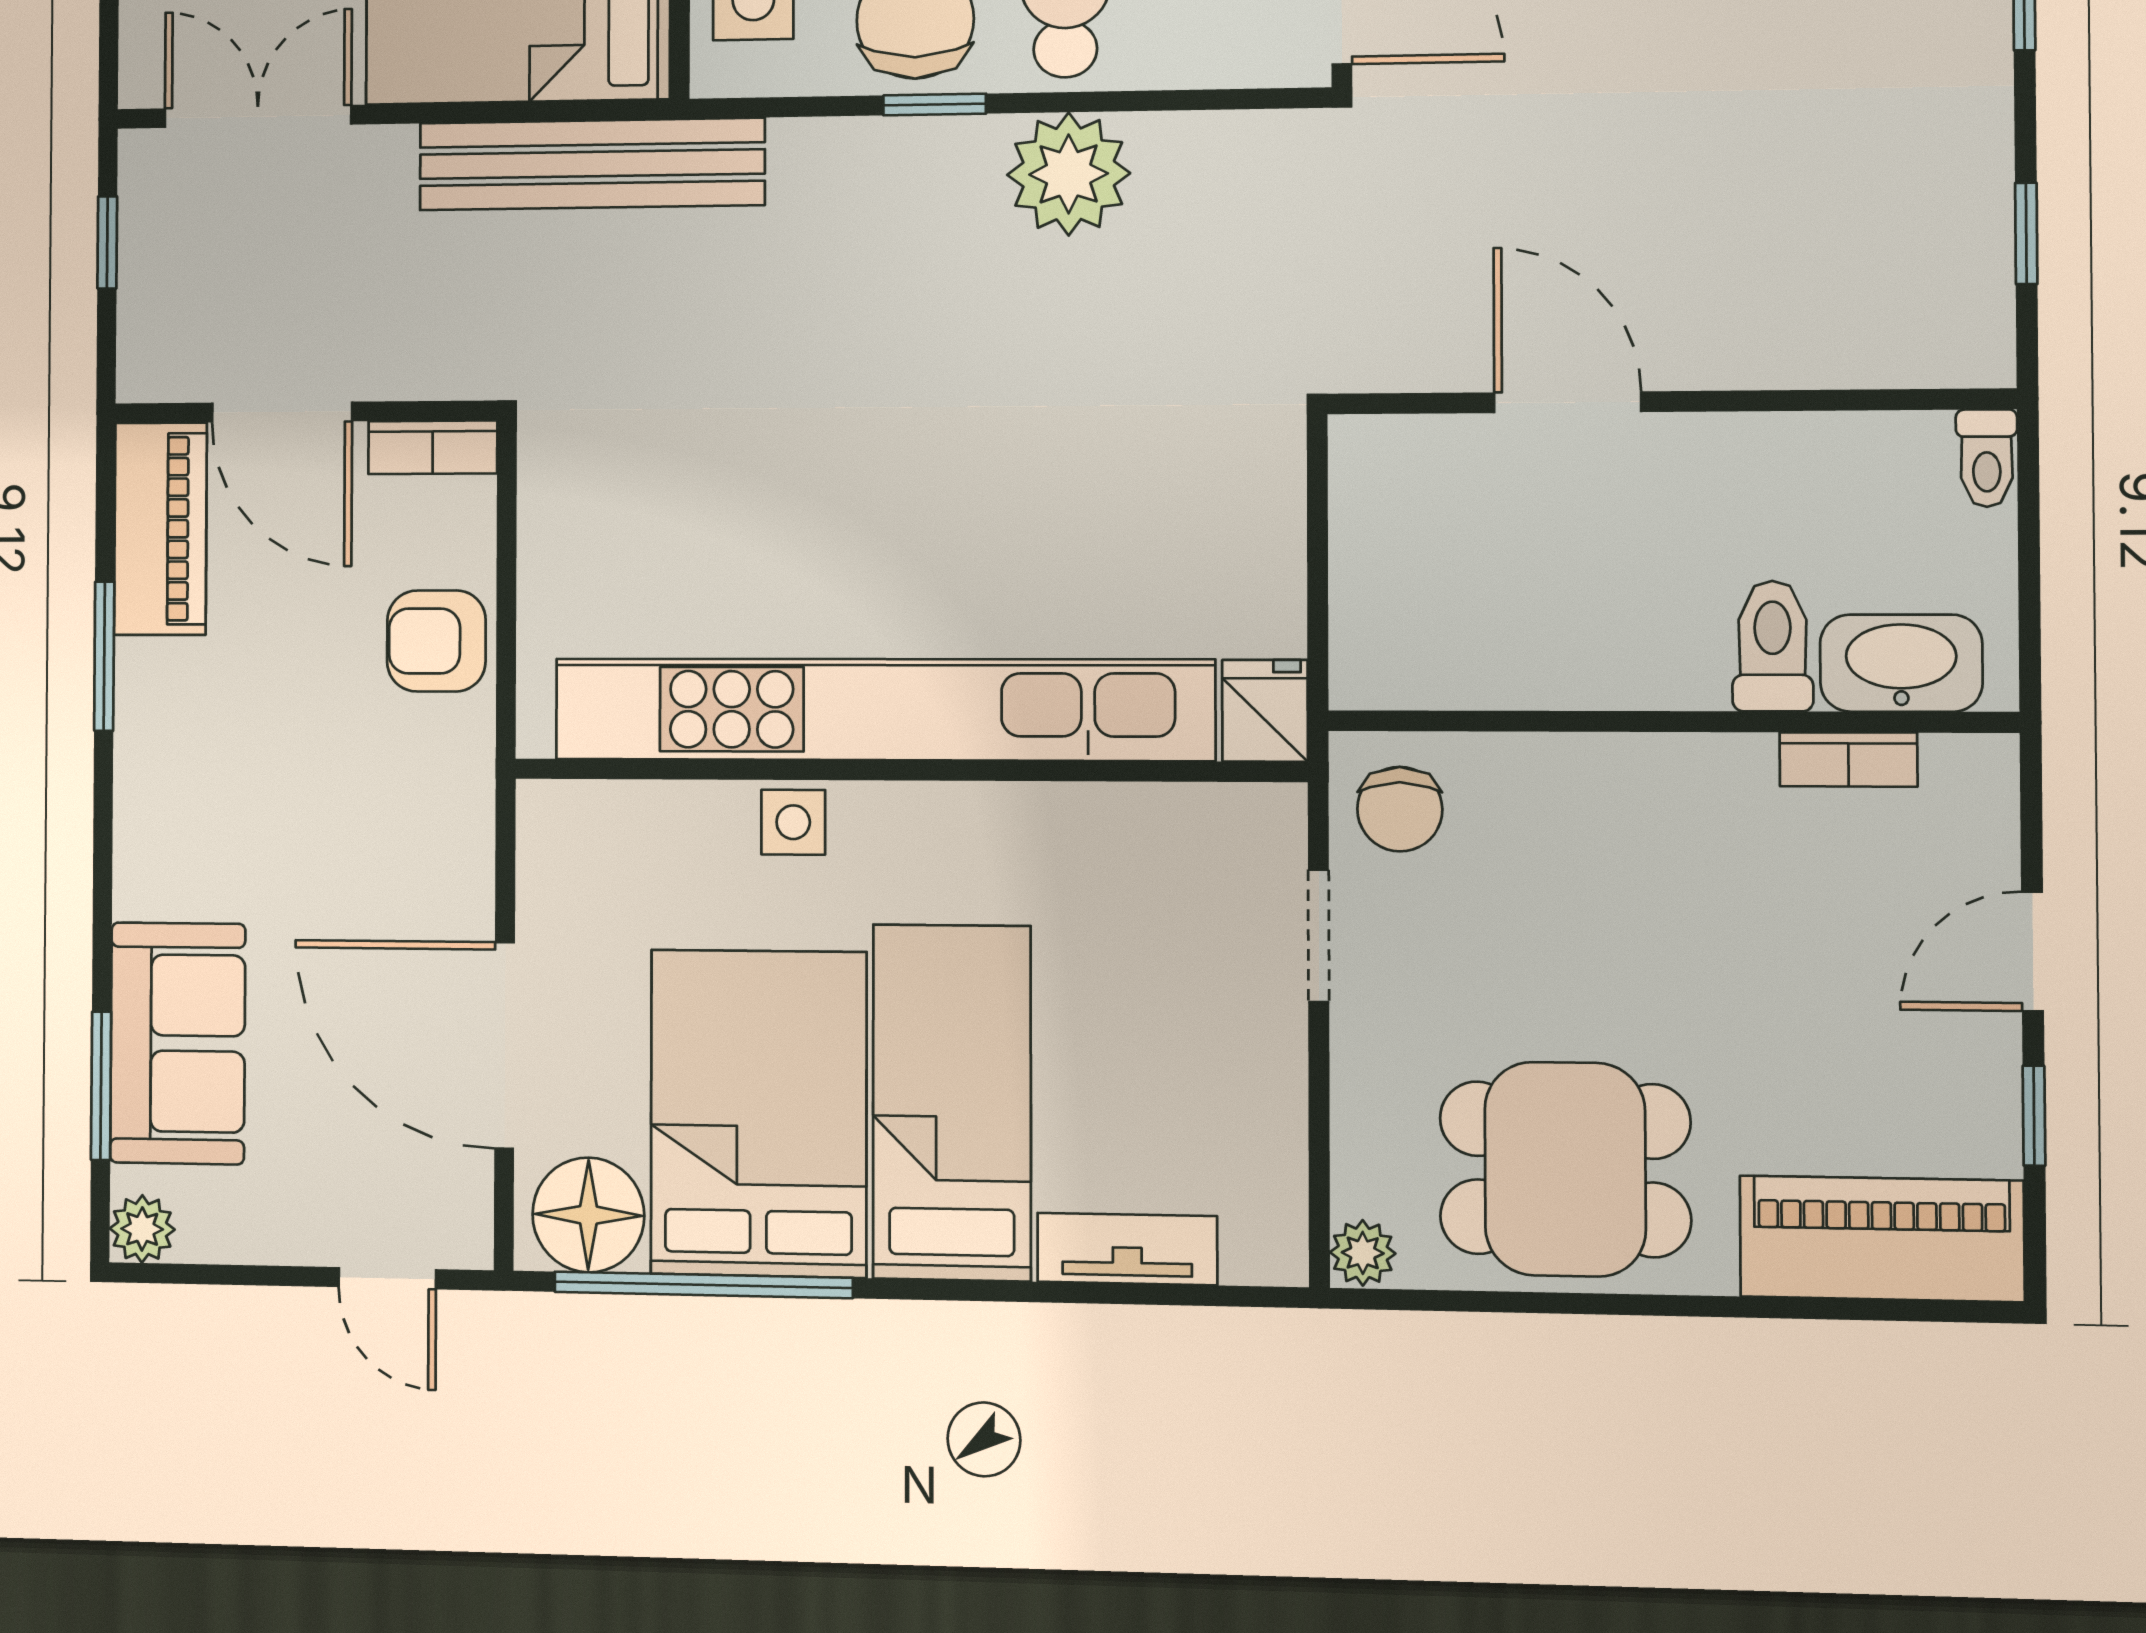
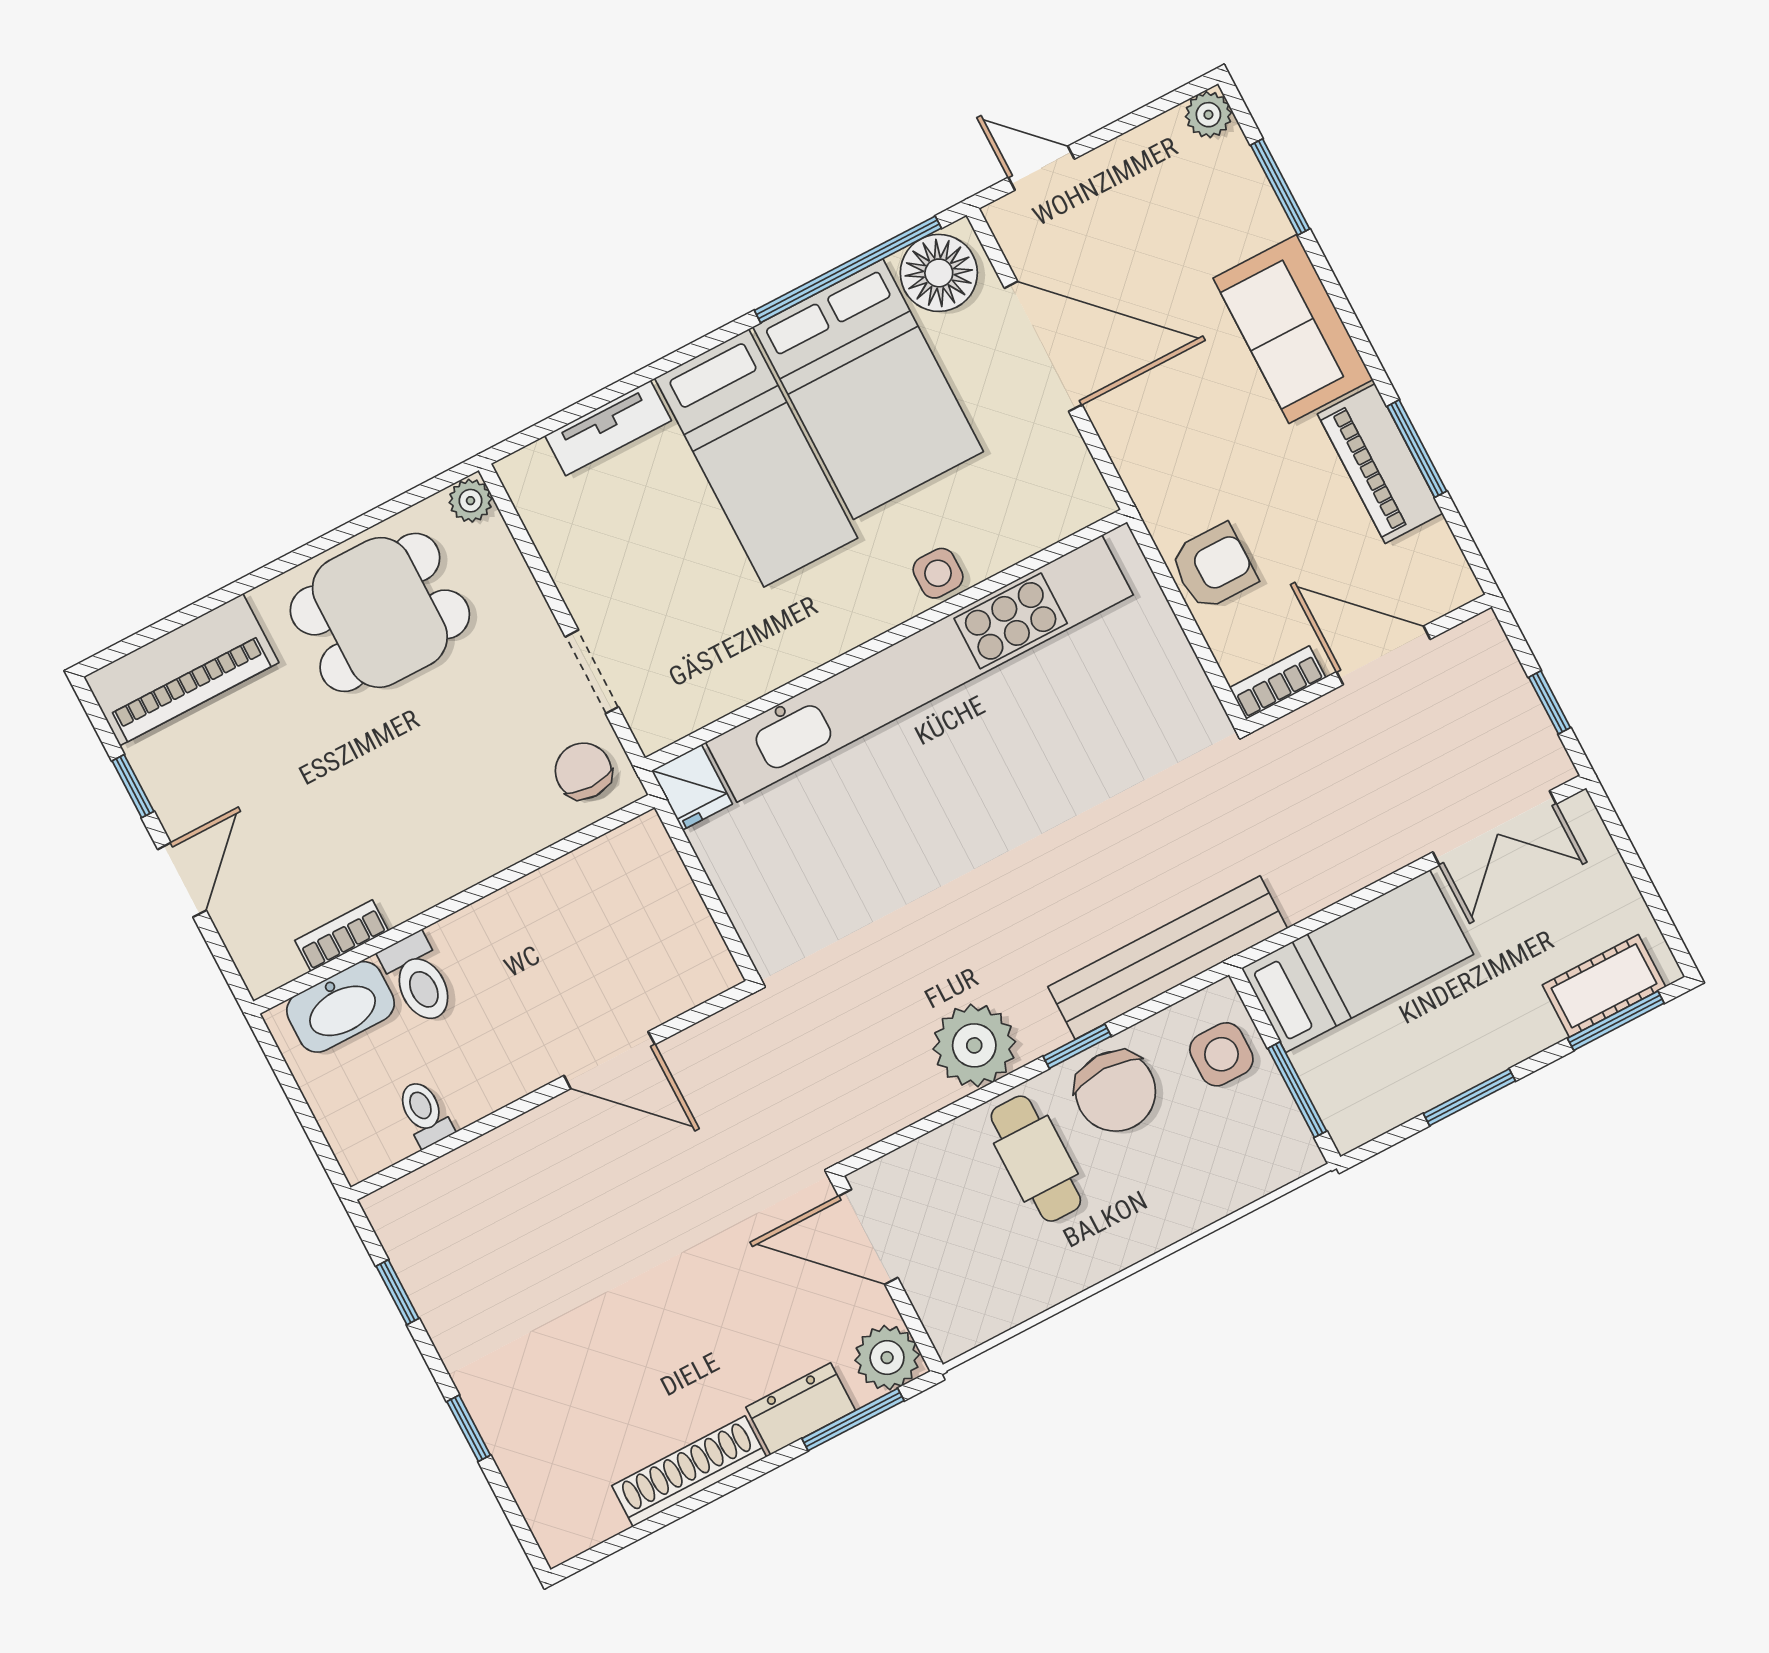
bench: (592, 164) -> (1168, 958), moved
toilet: (1987, 458) -> (425, 1113), moved
piano: (160, 529) -> (1380, 464), moved
sofa: (178, 1043) -> (1293, 329), moved

